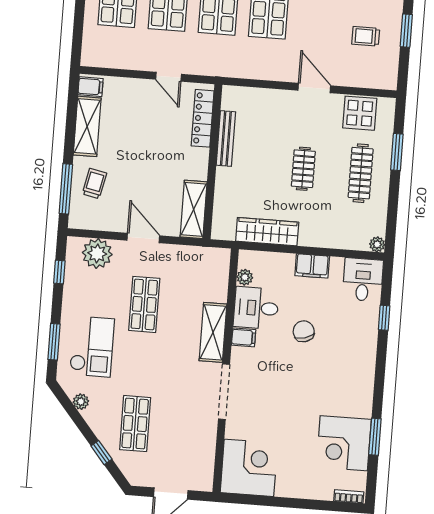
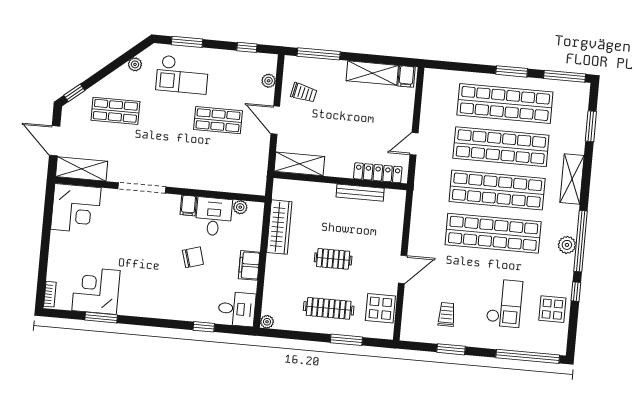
trolley: (94, 184) -> (304, 93), moved
door: (143, 238) -> (275, 120), swing flipped
plant: (97, 253) -> (269, 81), width x0.53, depth x0.53
shelving: (213, 332) -> (82, 169), moved
window: (101, 453) -> (74, 93), moved

